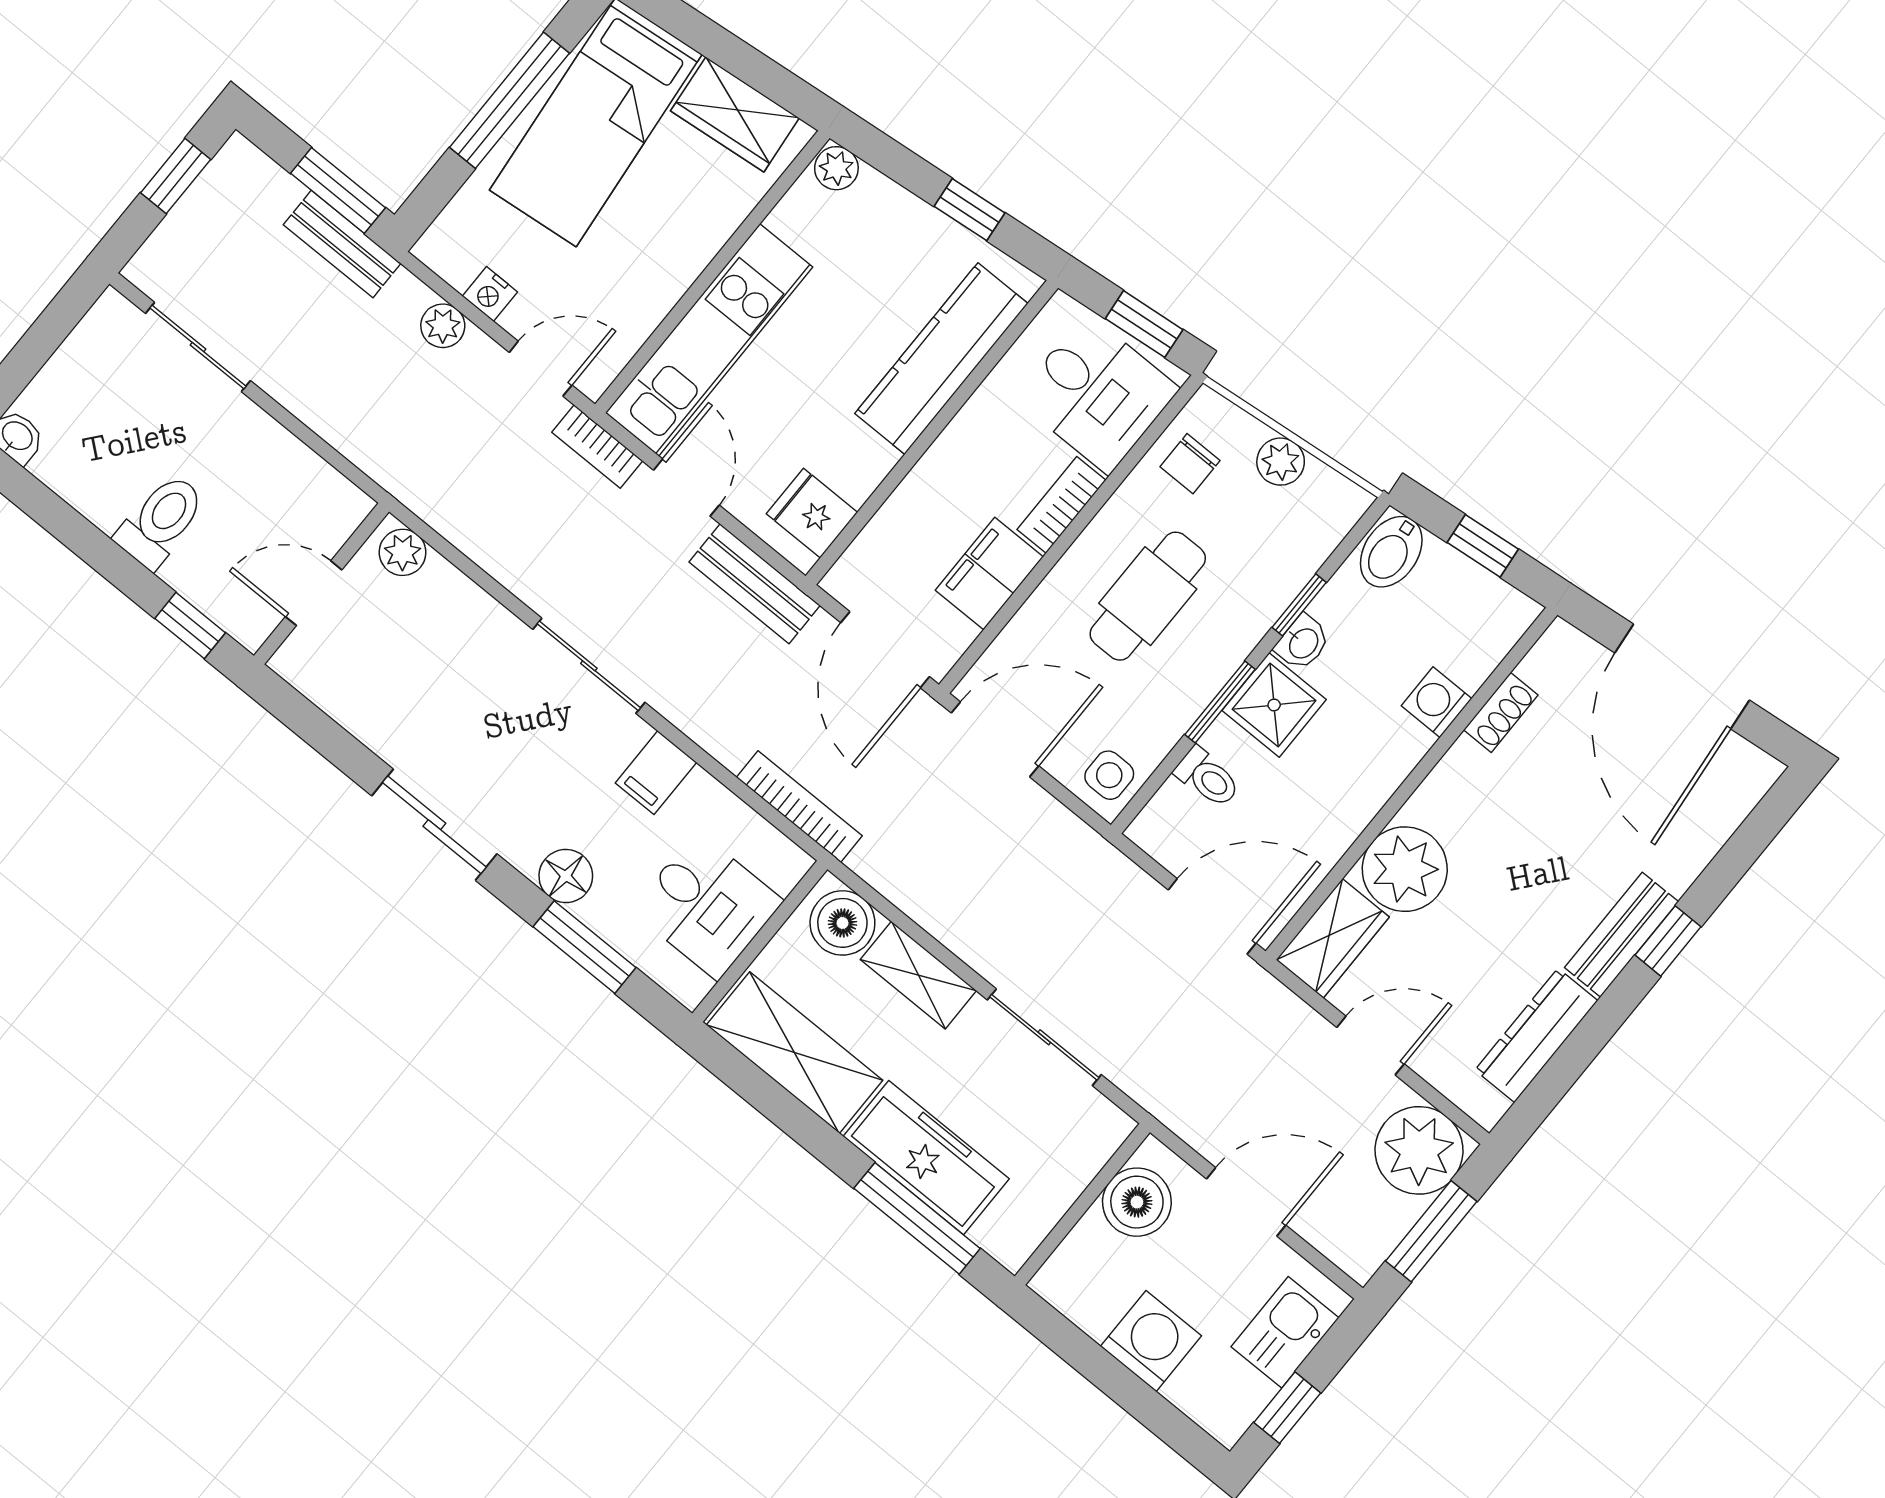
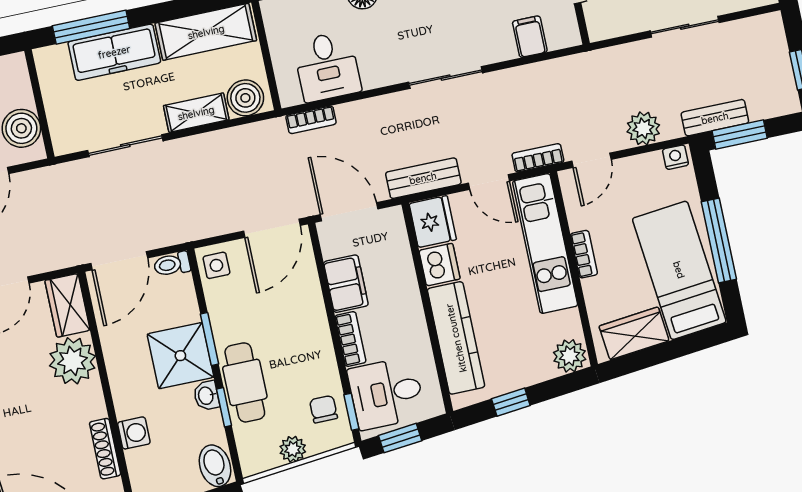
plant: (836, 168) -> (570, 356), width x1.38, depth x1.38
bookcase: (680, 274) -> (584, 254), added
nightstand: (490, 294) -> (675, 157), moved
plant: (443, 326) -> (643, 128), width x1.38, depth x1.38
sliding door: (198, 347) -> (685, 27), moved
window: (1162, 422) -> (351, 412), added
dishwasher: (857, 464) -> (439, 265), added
fridge: (812, 513) -> (433, 222), width x1.38
plant: (403, 552) -> (560, 36), removed
cafe table: (1148, 596) -> (245, 382), moved
shower: (1274, 705) -> (180, 356), width x1.36, depth x1.36
shoe rack: (1501, 712) -> (105, 449), width x1.43
filing cabinet: (656, 773) -> (530, 37), moved
toilet: (1207, 777) -> (172, 264), moved
bookcase: (799, 807) -> (311, 120), width x0.64
desk: (707, 905) -> (327, 67), moved, turned -90

